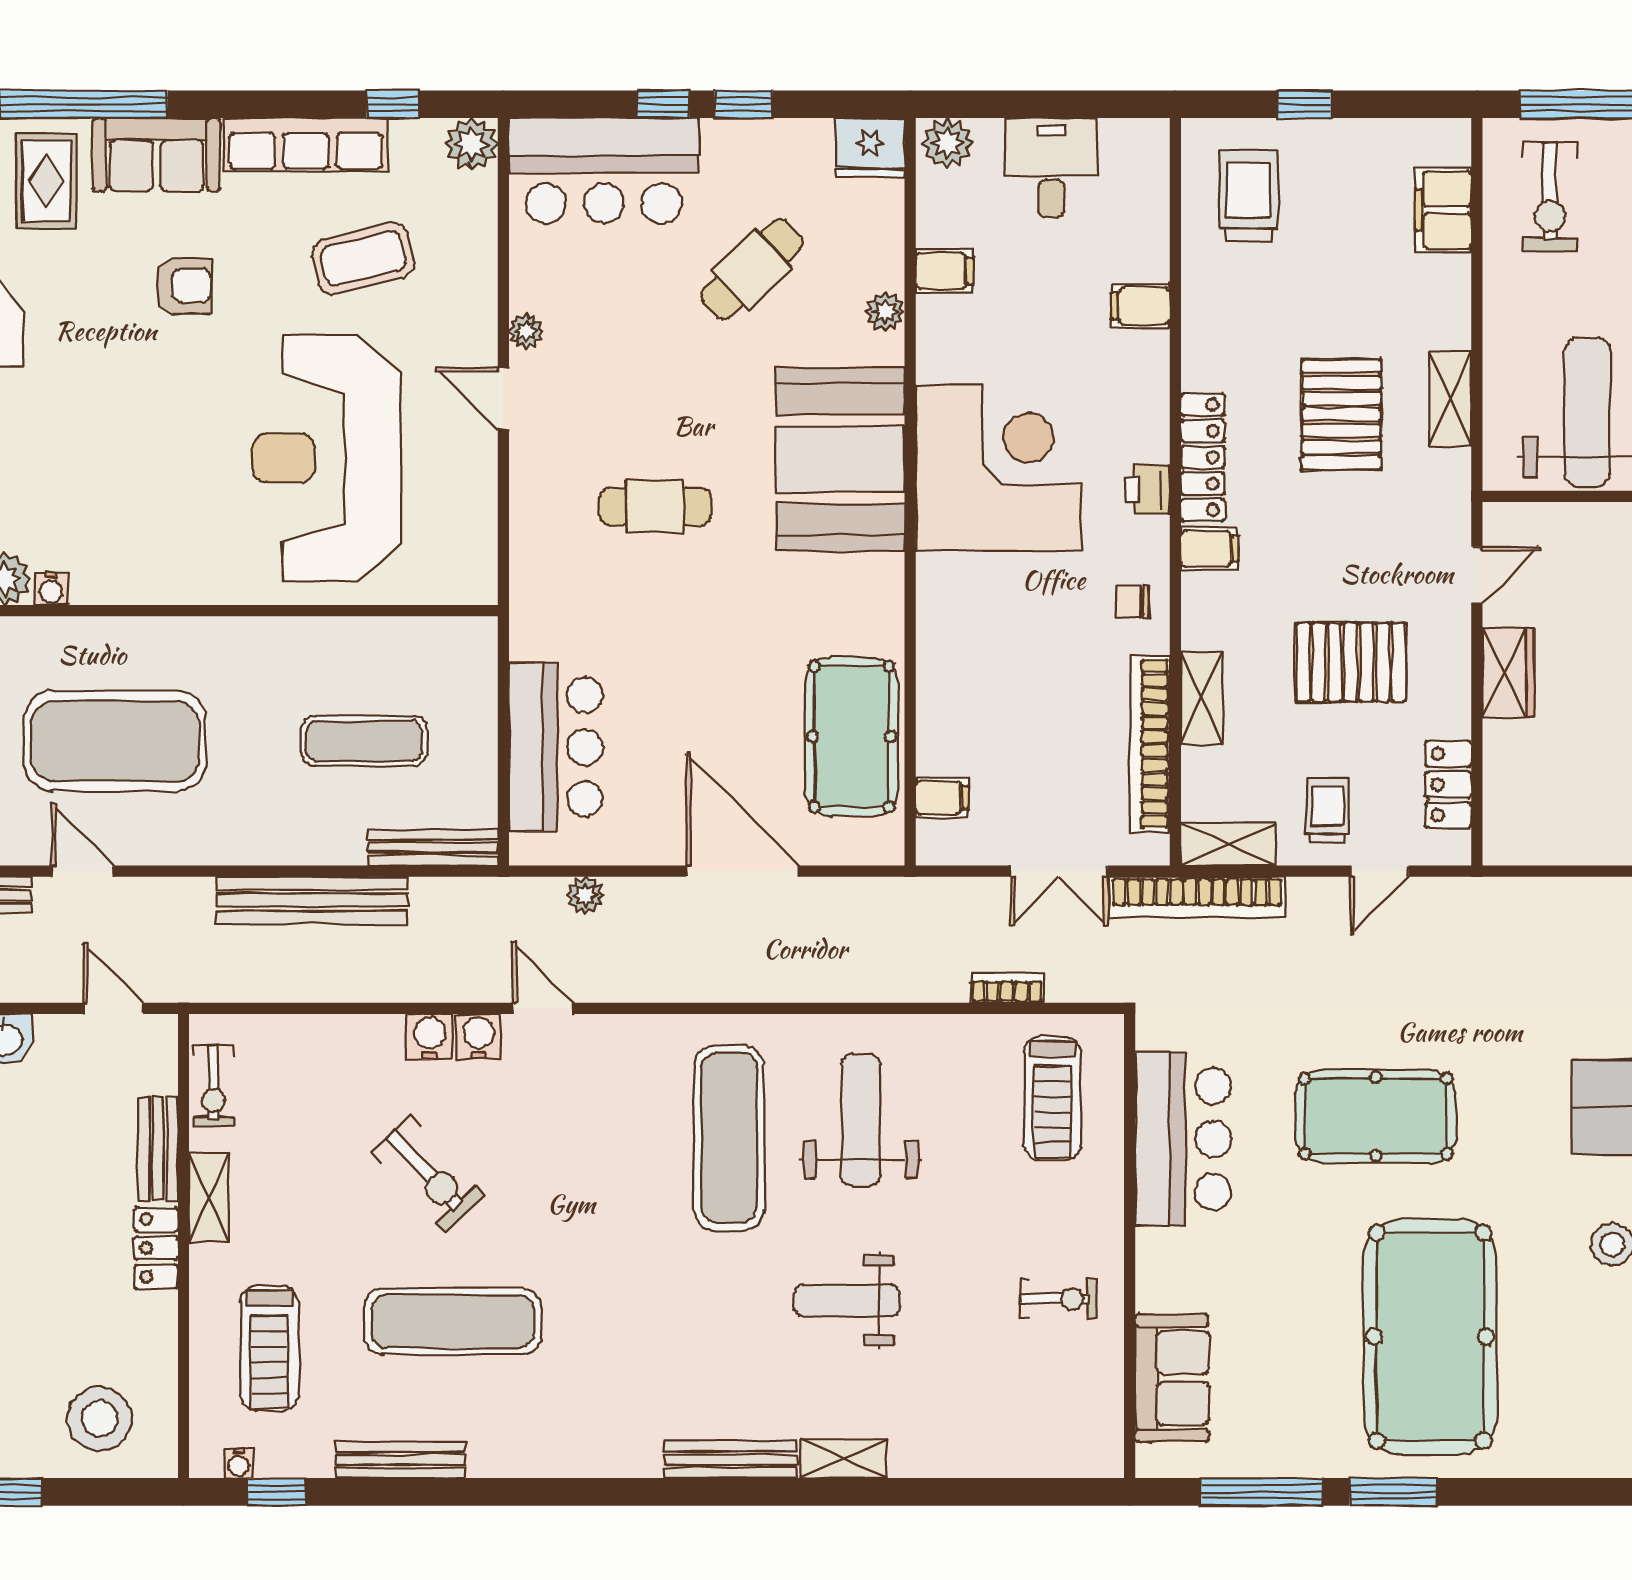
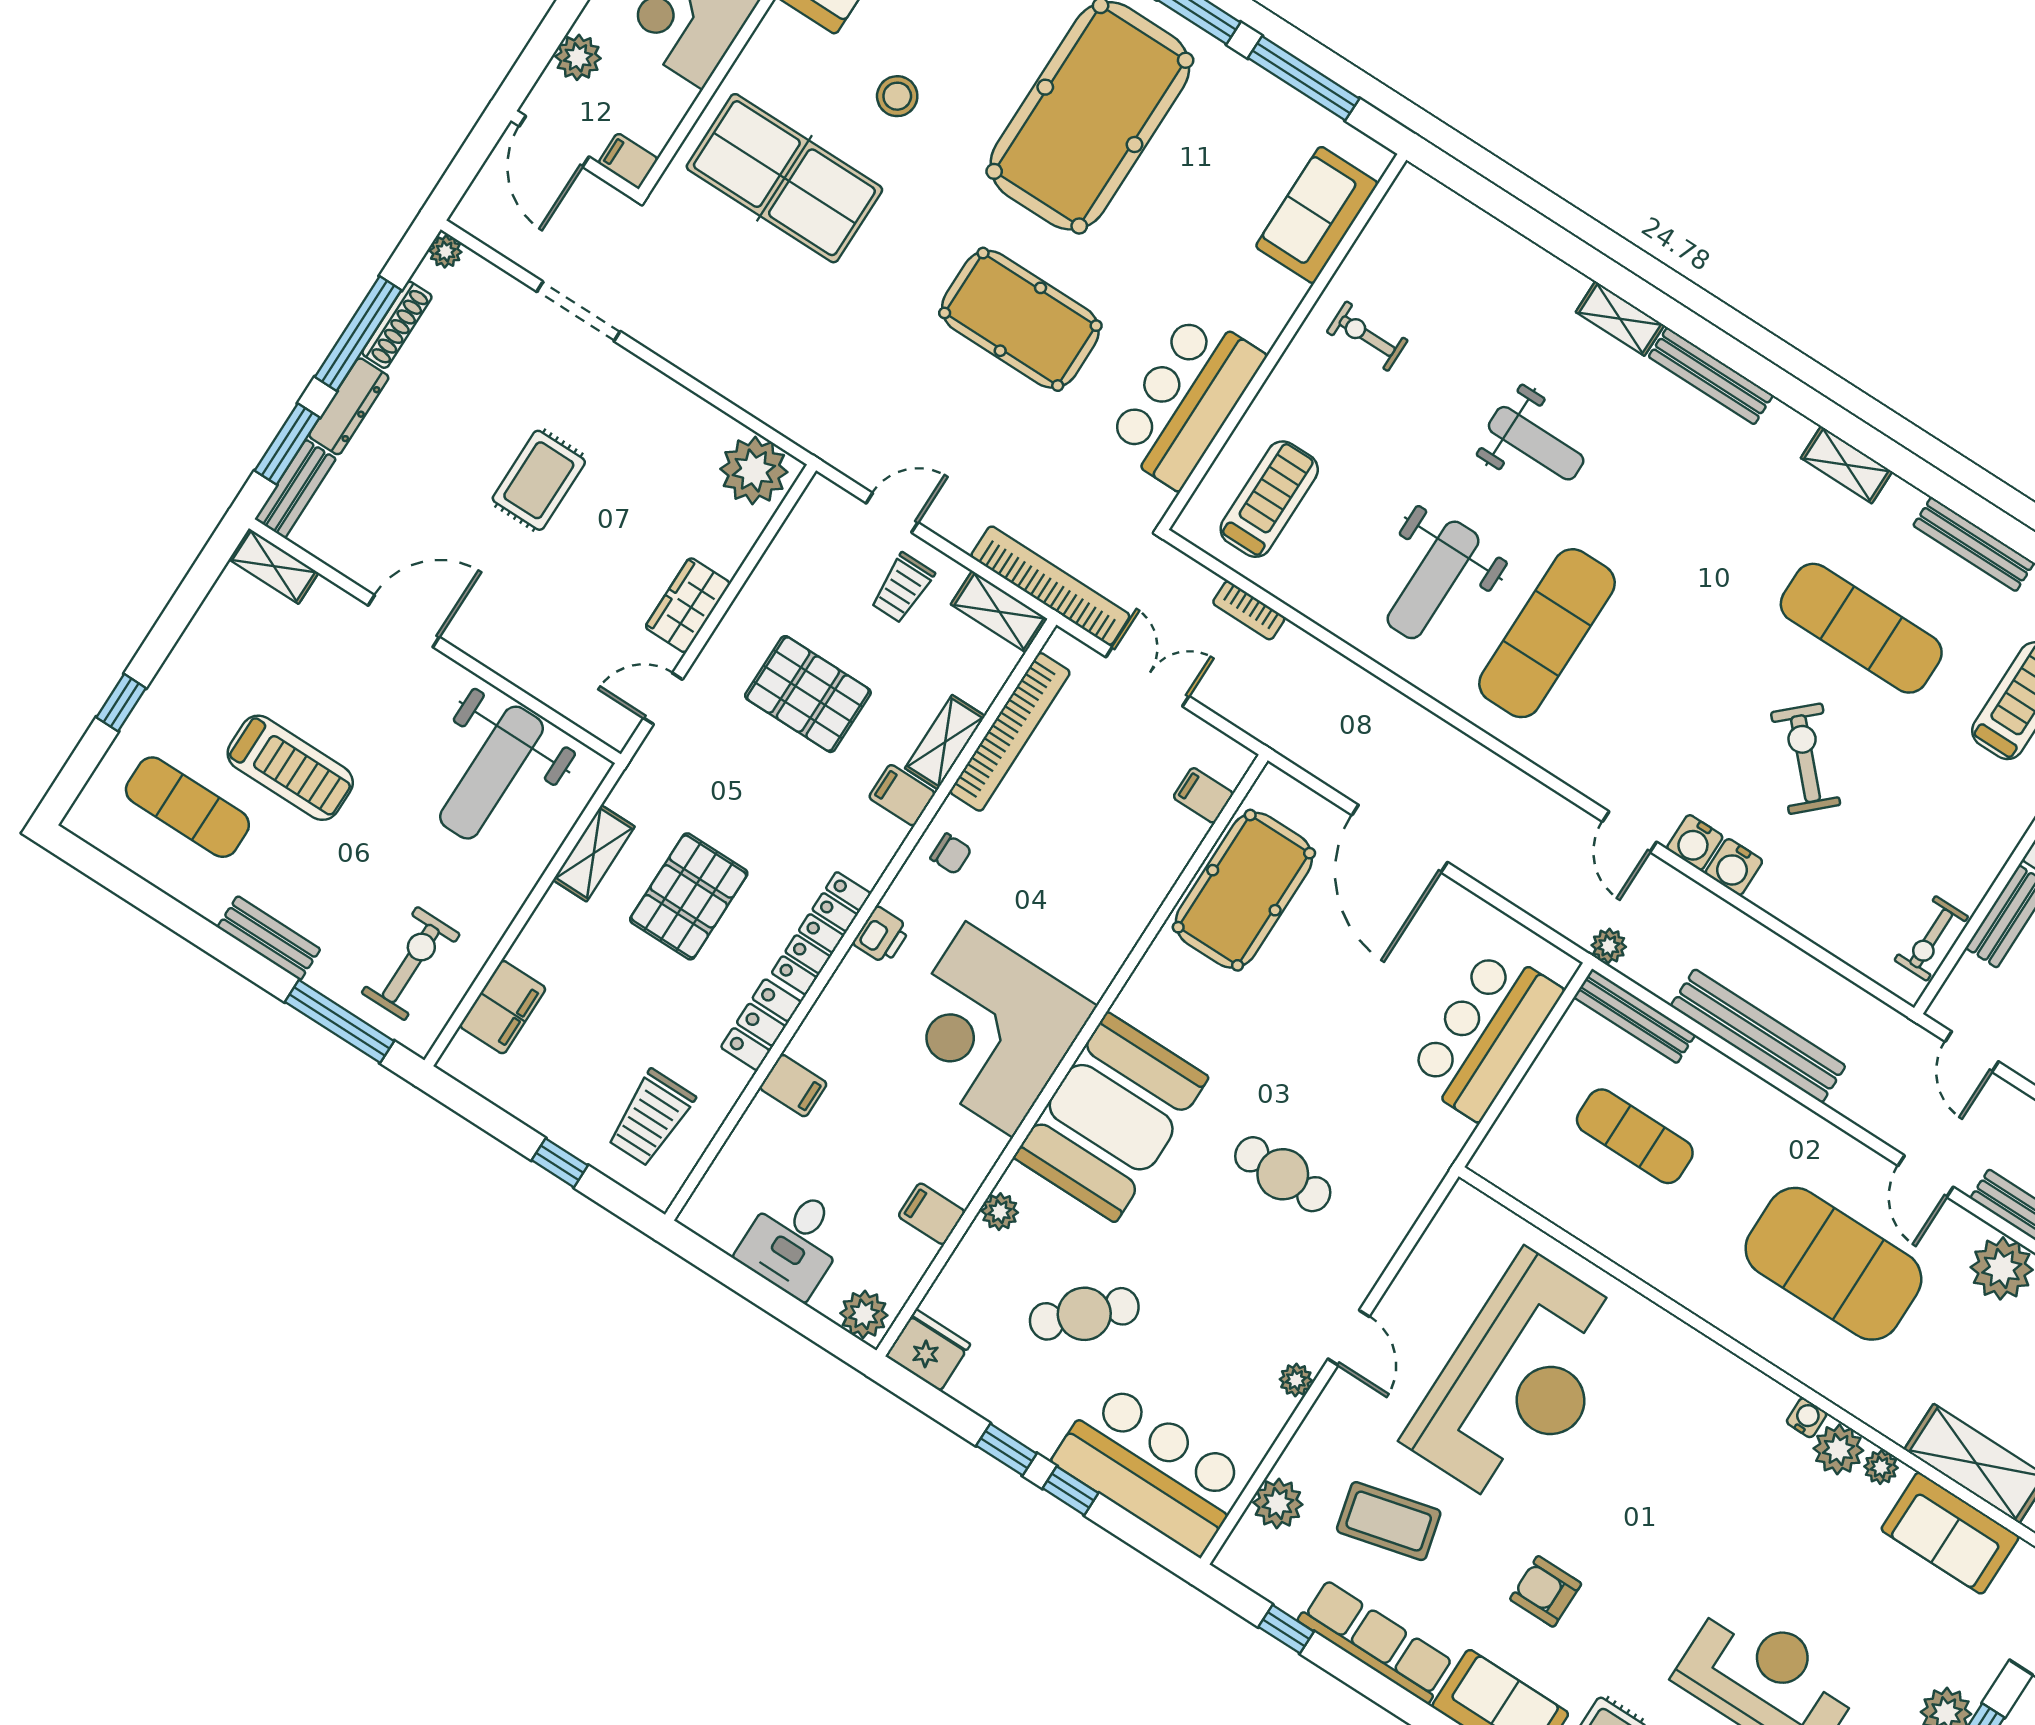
plant: (472, 144) -> (1278, 1504), moved
filing cabinet: (1210, 549) -> (902, 795), moved
locker: (1448, 785) -> (761, 1025), moved, turned 180
plant: (1526, 830) -> (754, 470), added
plant: (585, 895) -> (1609, 946), moved
exercise bike: (214, 1086) -> (1931, 938), turned 180
shelving: (209, 1197) -> (1846, 465), moved, turned 90

